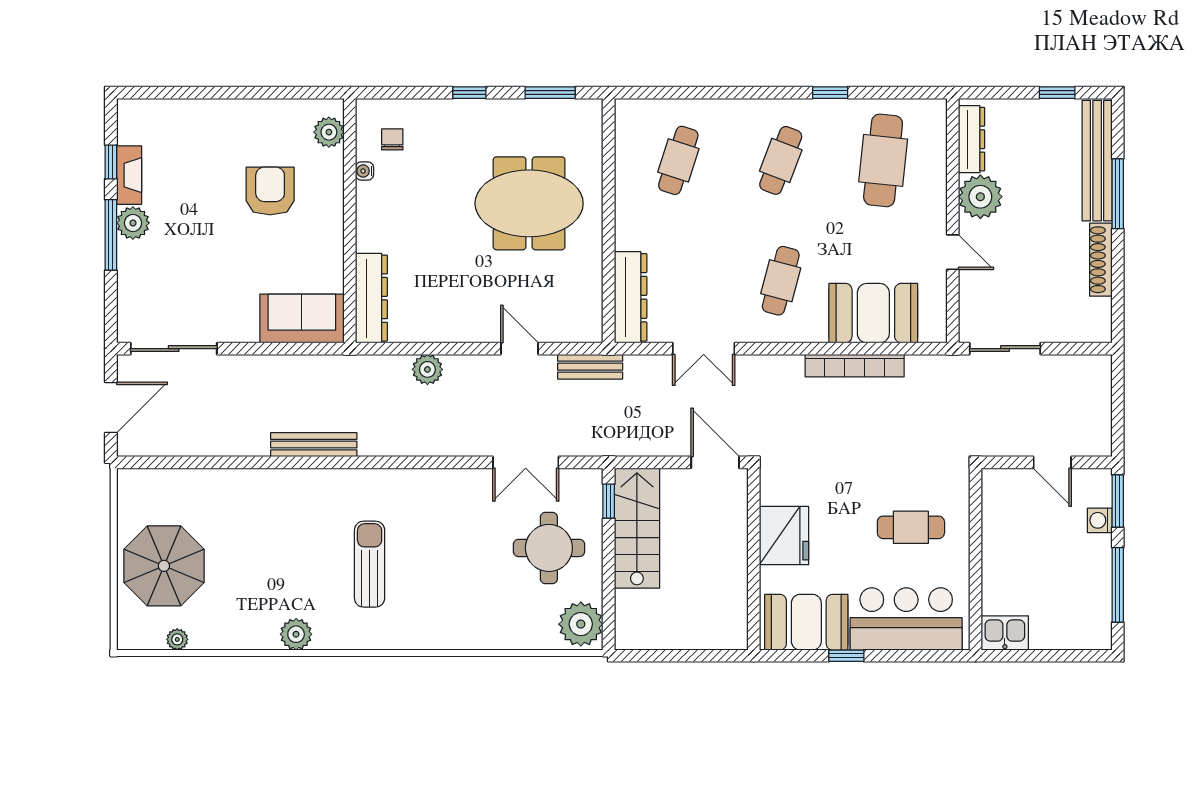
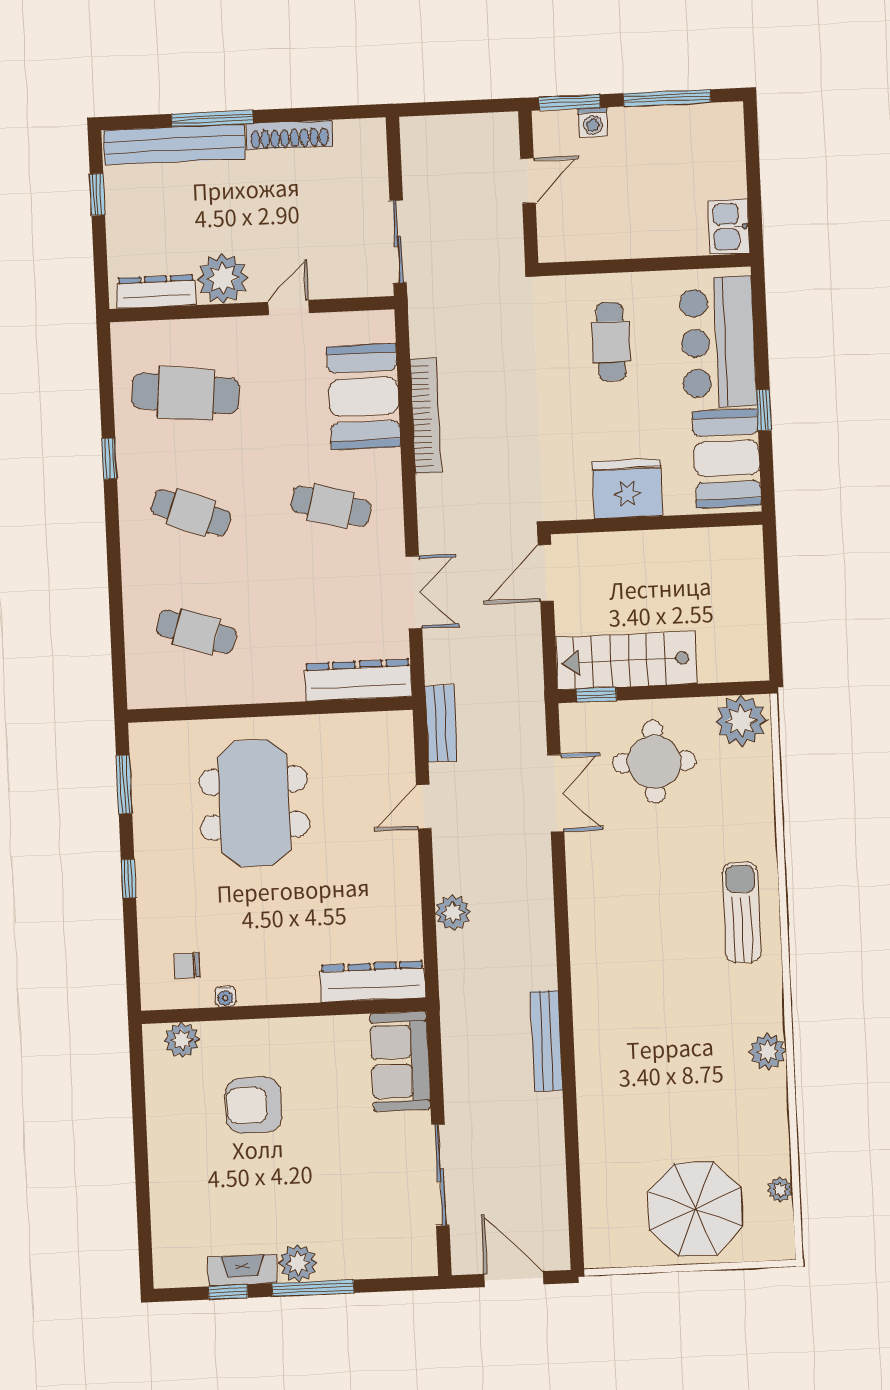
sliding door: (174, 349) -> (440, 1175), moved
sun lounger: (370, 564) -> (742, 912), moved, turned 90

